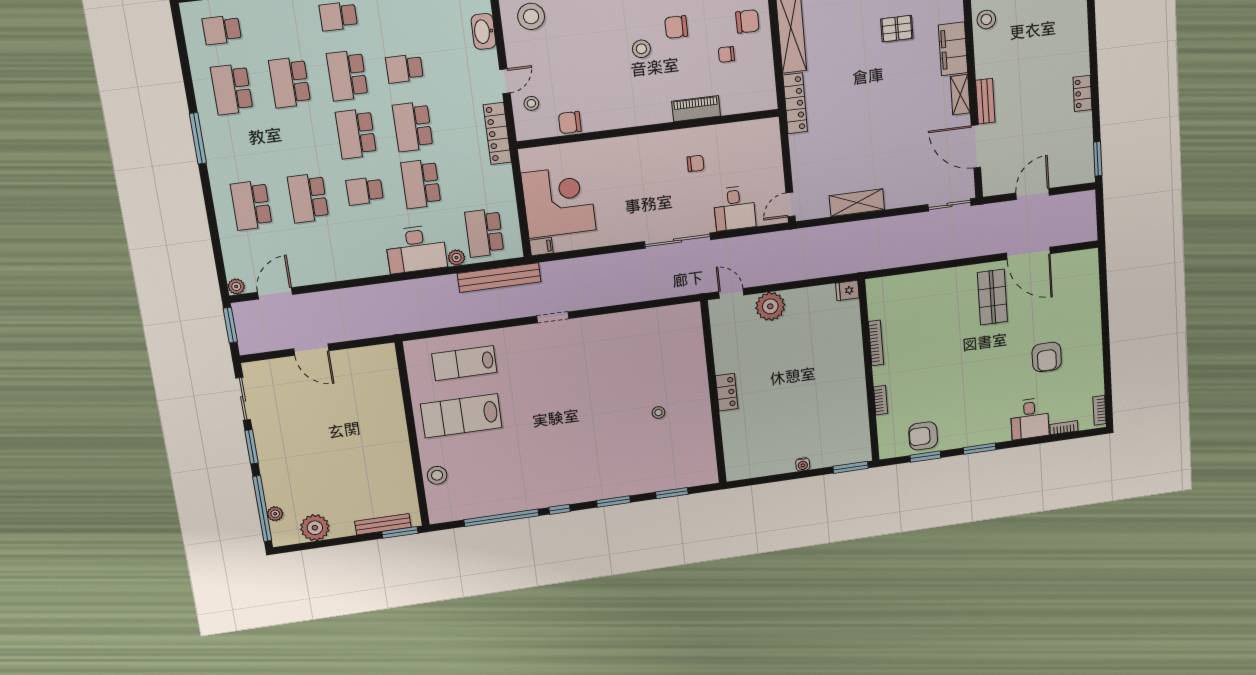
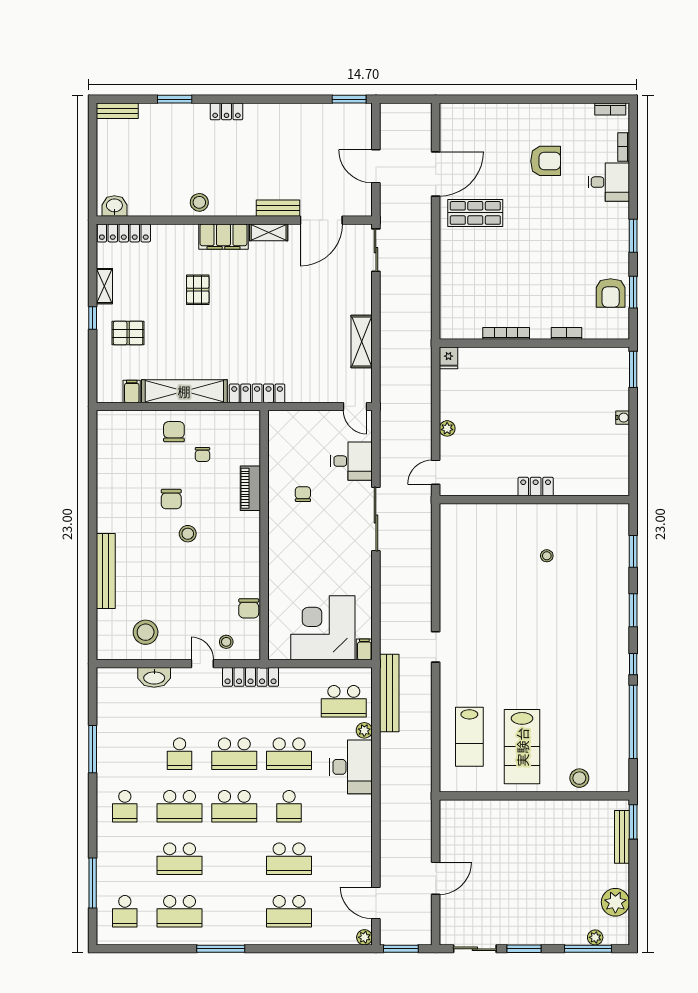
locker: (1082, 93) -> (226, 111), moved
plant: (770, 306) -> (447, 428), width x0.53, depth x0.53
window: (262, 509) -> (588, 949), width x0.68

